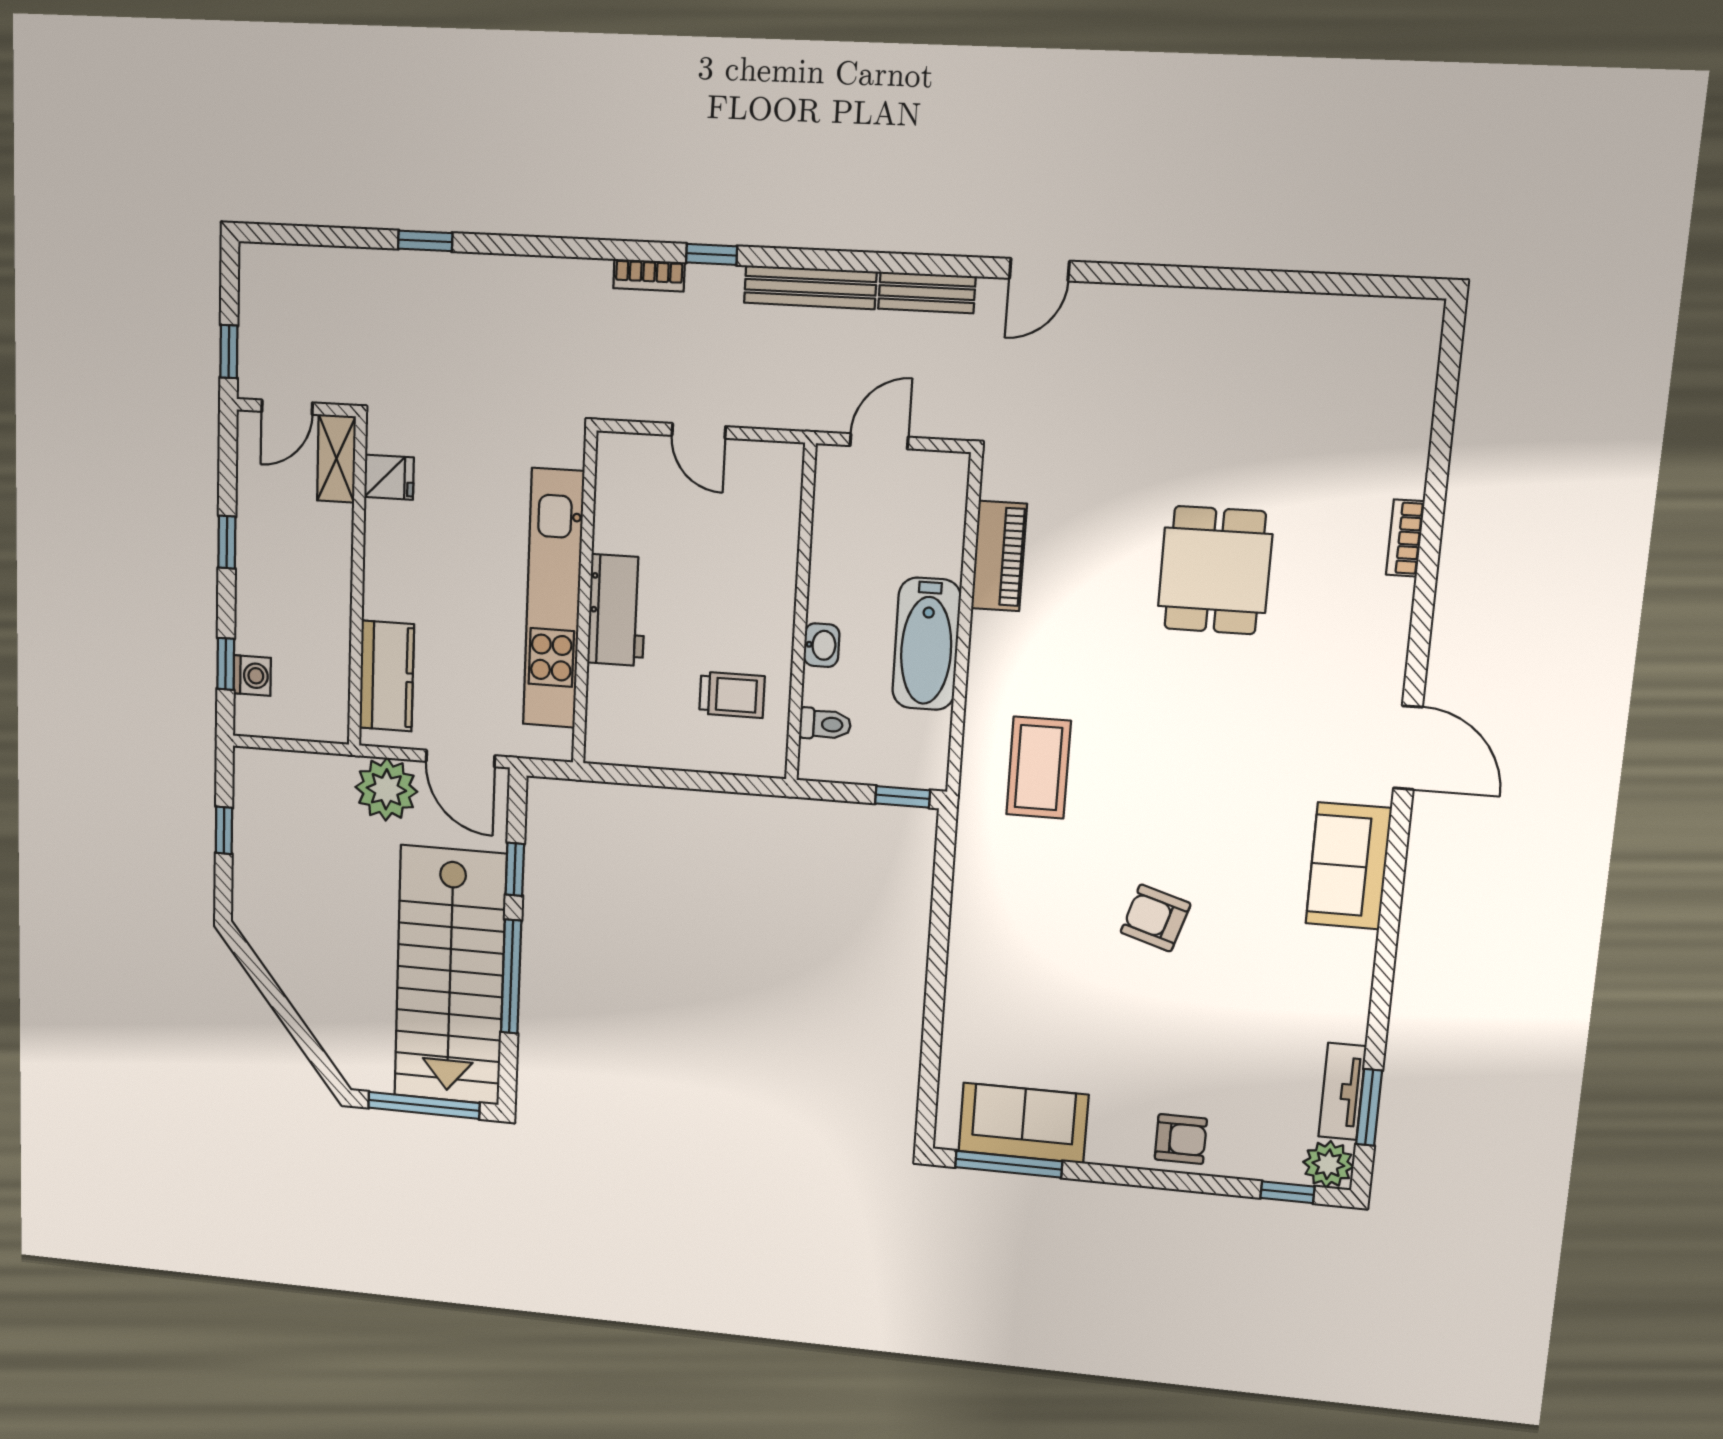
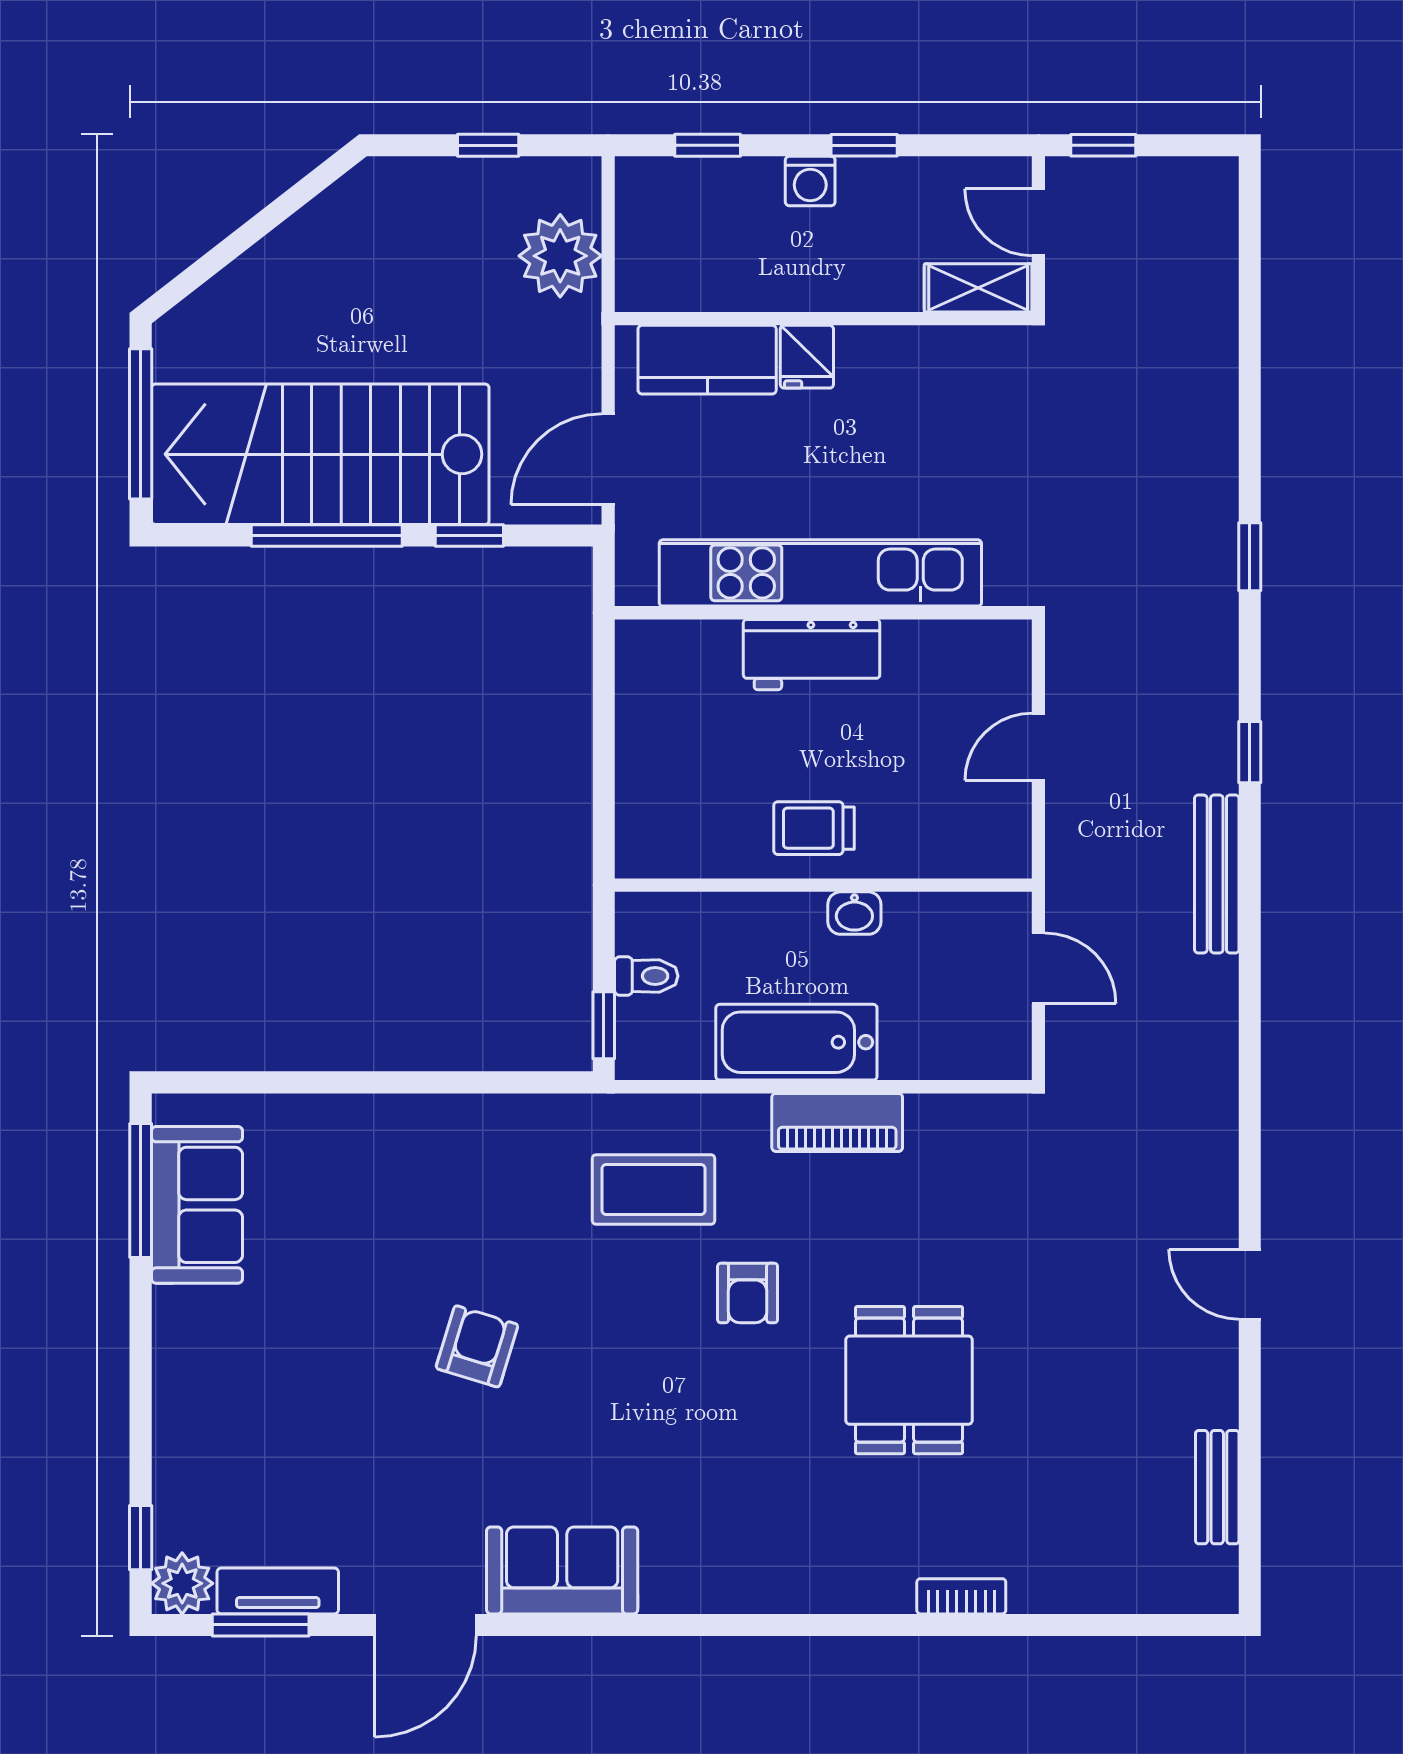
window: (425, 241) -> (1250, 557), moved
door: (1039, 270) -> (1250, 1284), moved
bookcase: (649, 275) -> (1222, 677), removed
bench: (927, 293) -> (1217, 1487), moved
fridge: (389, 477) -> (807, 357), moved
piano: (999, 556) -> (837, 1122), moved
dining table: (1215, 570) -> (909, 1380), turned 90
washbasin: (822, 645) -> (854, 913), moved
washing machine: (252, 676) -> (810, 181), moved
trolley: (732, 695) -> (814, 828), moved, turned 90
toilet: (825, 724) -> (646, 976), moved, turned -90
door: (1408, 748) -> (425, 1625), moved
plant: (386, 789) -> (560, 256), moved
armchair: (1181, 1139) -> (748, 1293), moved

